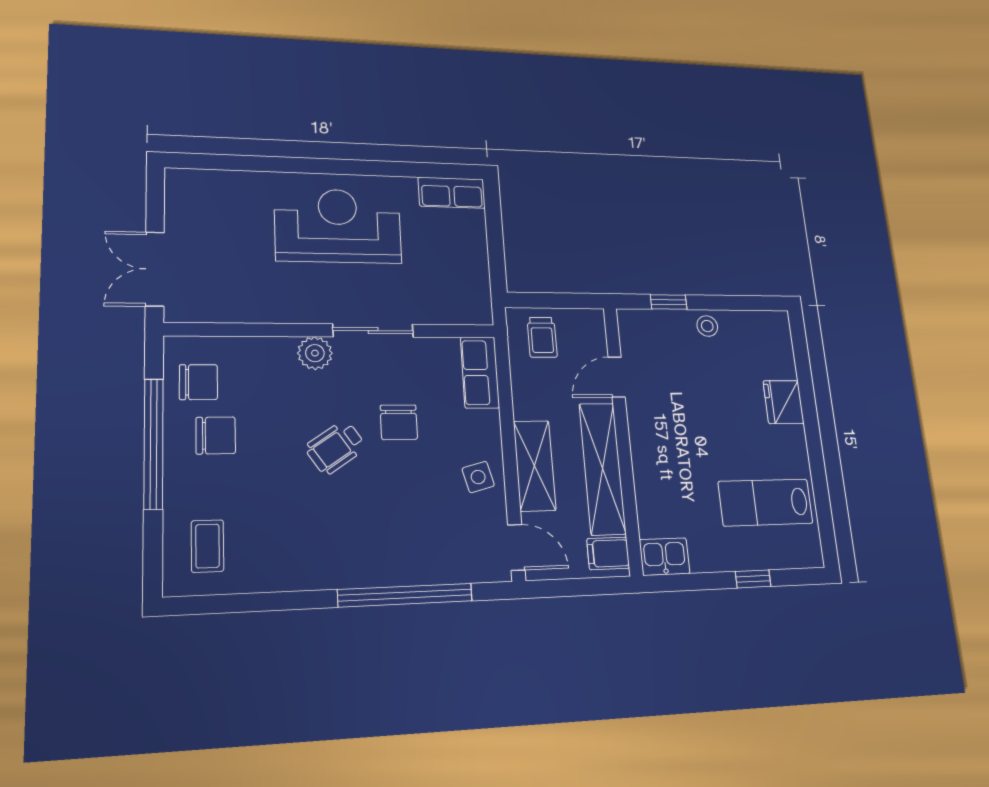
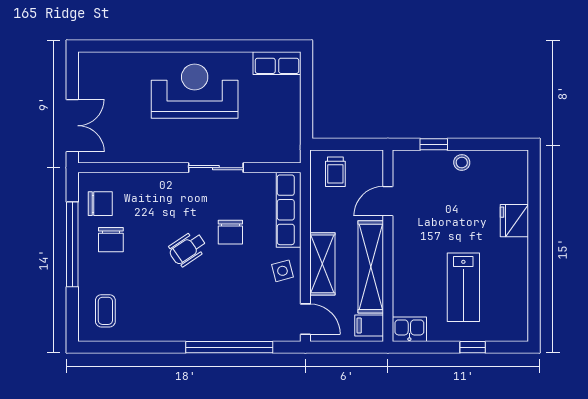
double door: (155, 269) -> (72, 126), swing flipped
plant: (315, 353) -> (176, 184), removed
row of seats: (480, 372) -> (289, 210), width x1.48
chair: (216, 435) -> (111, 240), turned 90
lab bench: (766, 502) -> (463, 287), moved, turned -90

